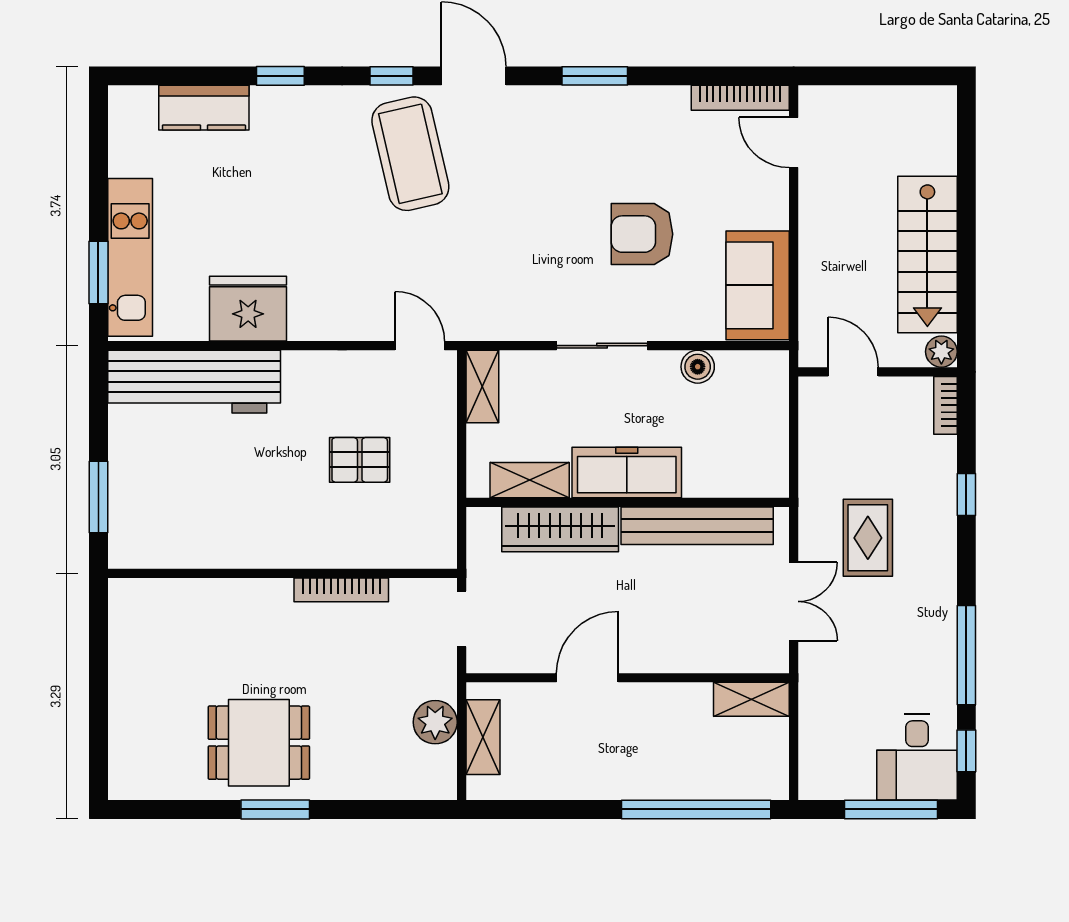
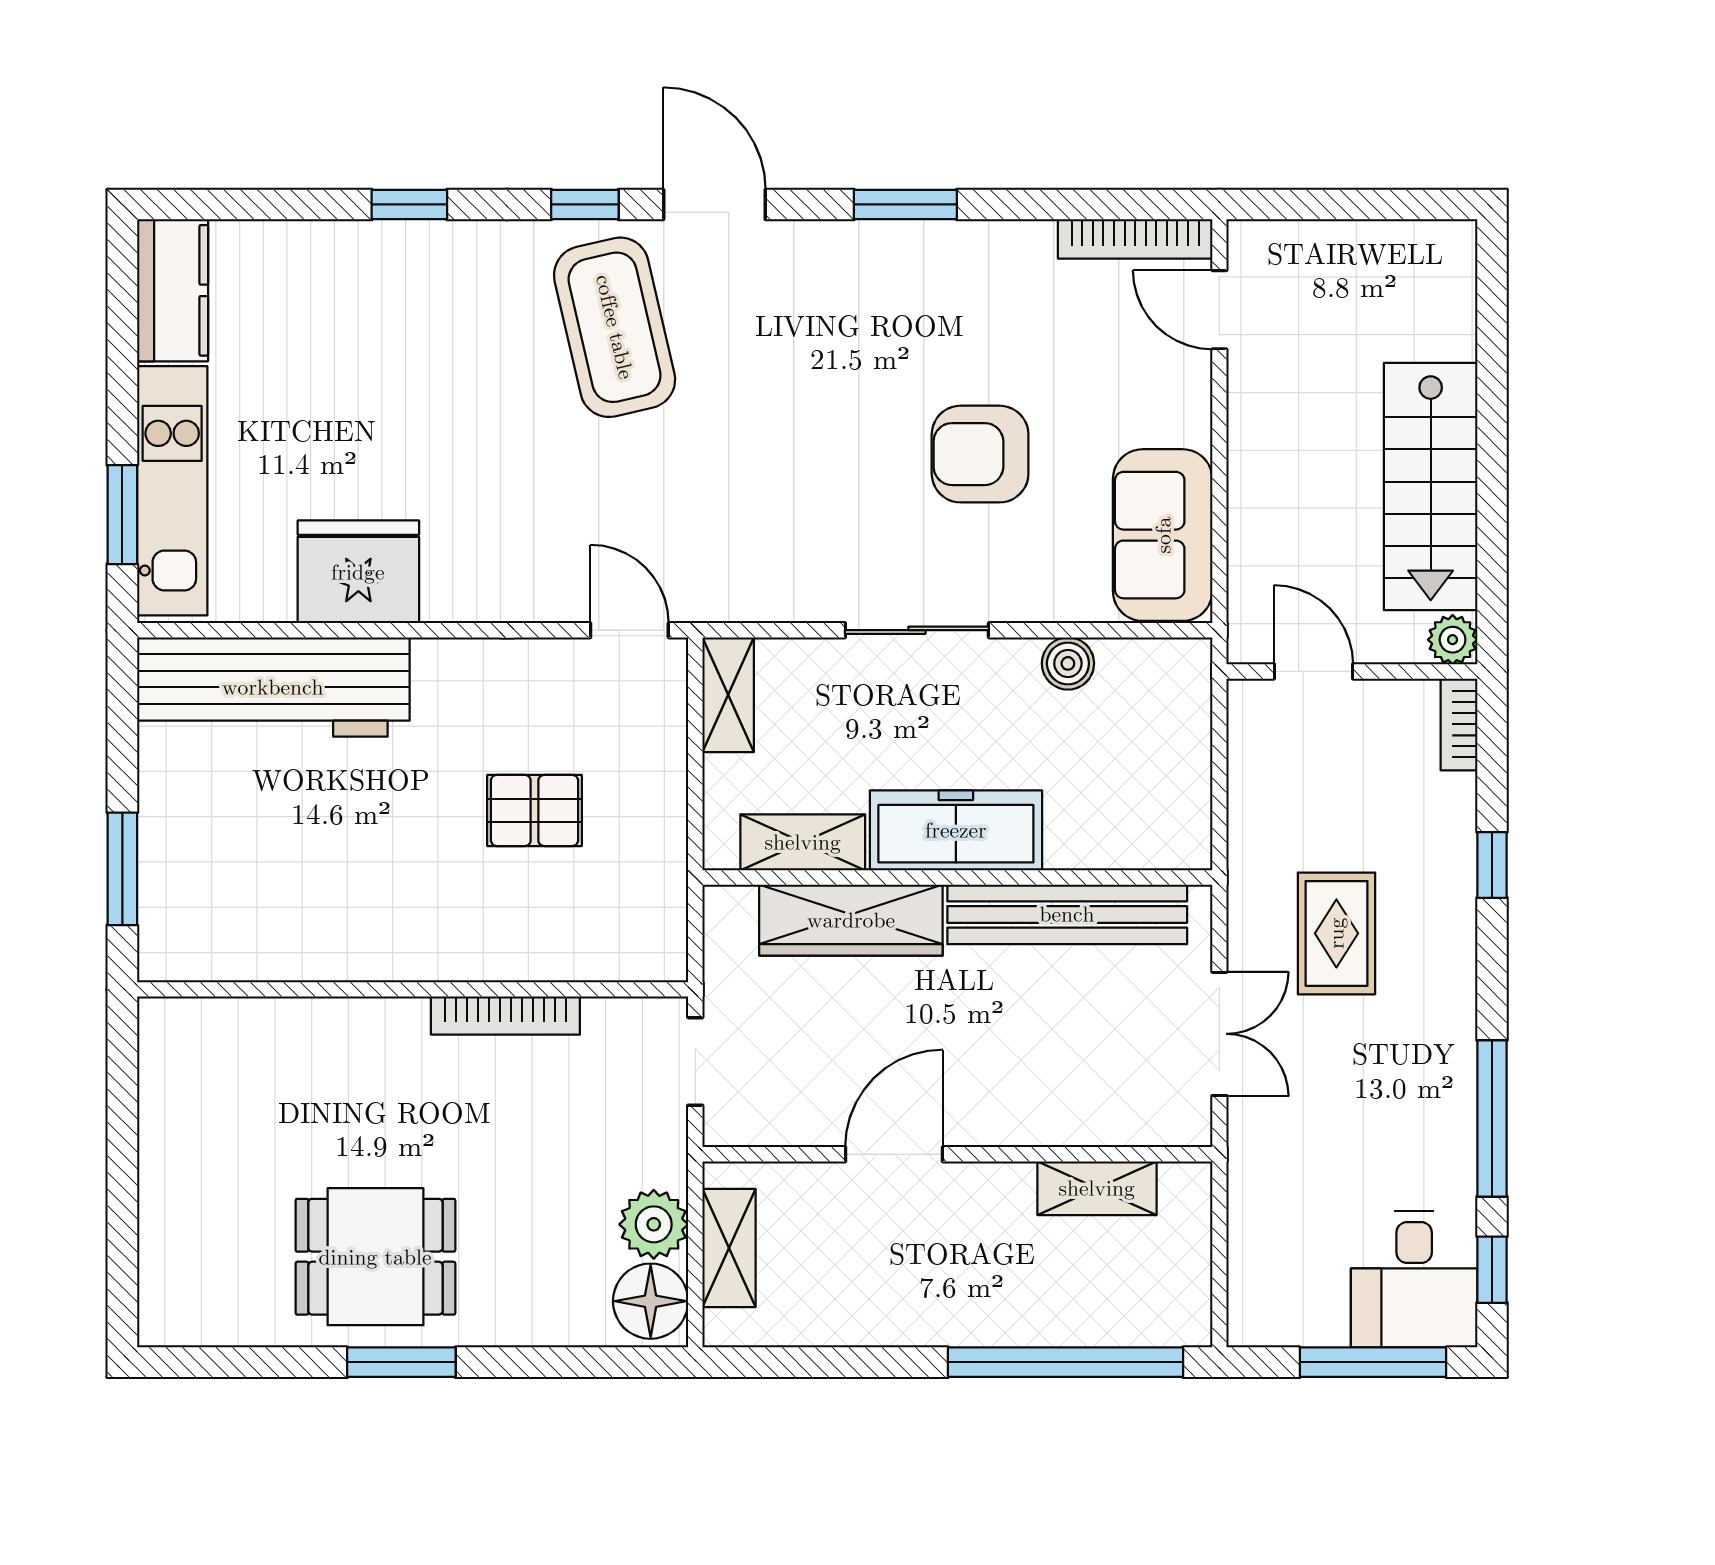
kitchen counter: (204, 108) -> (173, 290), moved, turned -90
shelving: (751, 699) -> (1097, 1188), moved
floor lamp: (433, 771) -> (651, 1301), added

